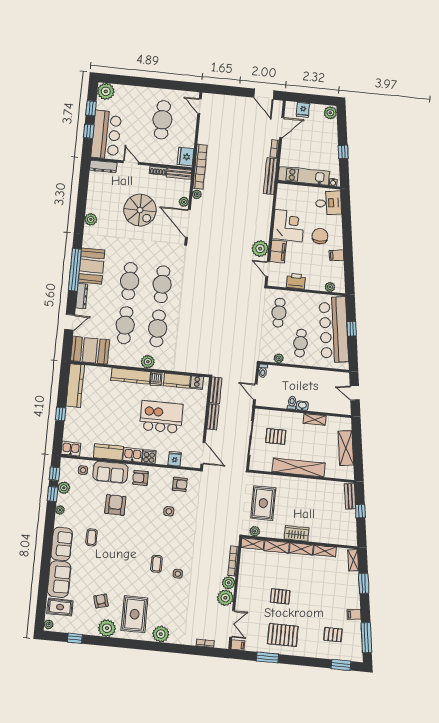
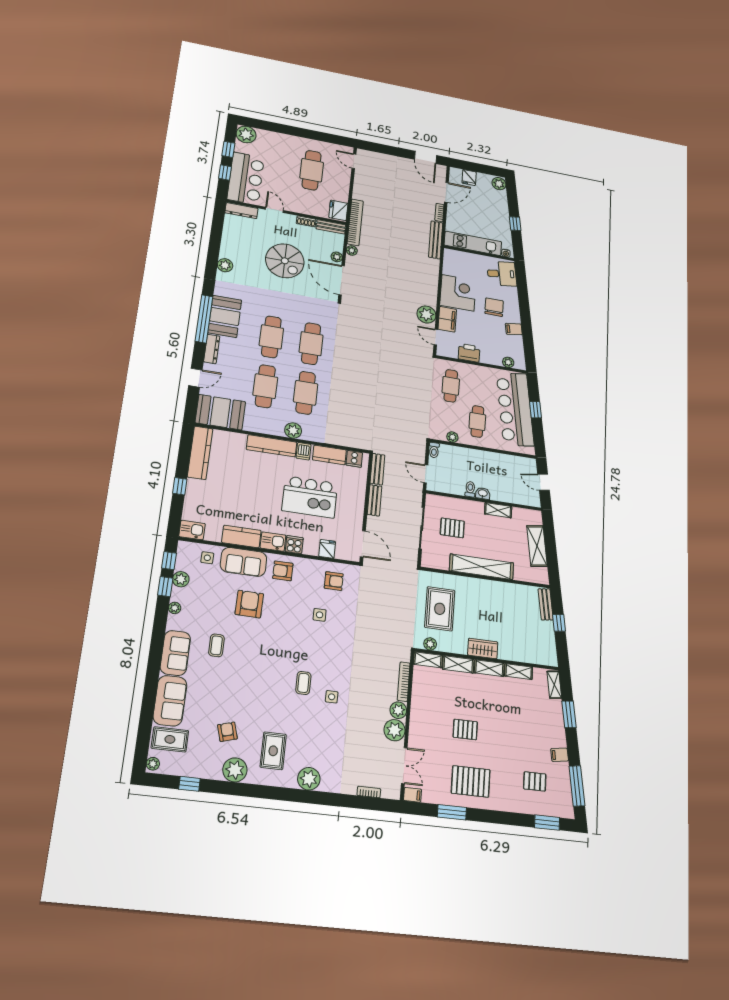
kitchen island: (161, 417) -> (310, 497), turned 180
rug: (135, 614) -> (273, 751), width x0.73, depth x0.70

